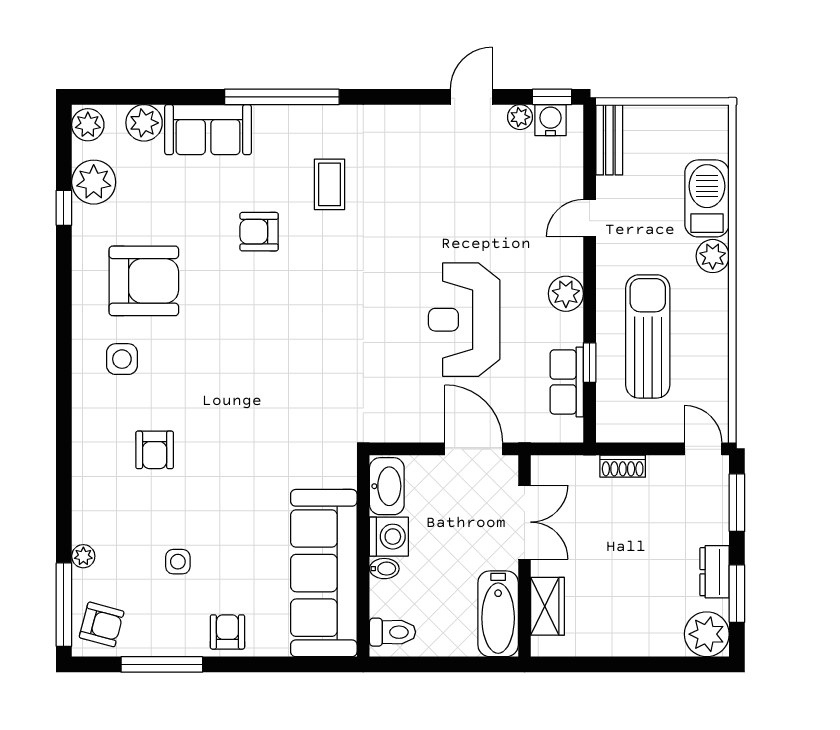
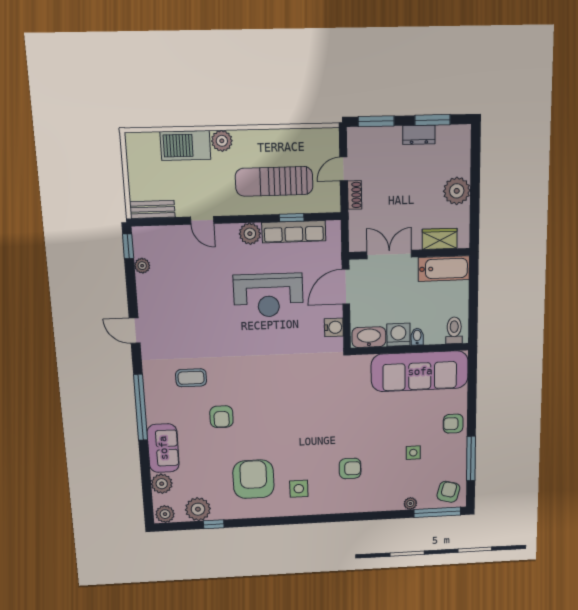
door: (471, 97) -> (135, 331), moved
water cooler: (550, 120) -> (334, 327), moved, turned 180
row of seats: (567, 382) -> (294, 232), width x1.48
door: (703, 449) -> (344, 169), moved
plant: (707, 634) -> (457, 191), moved

